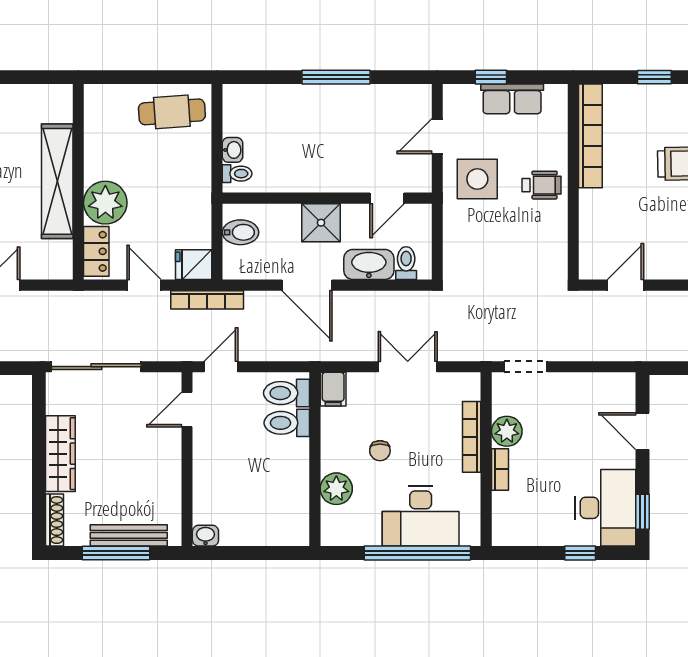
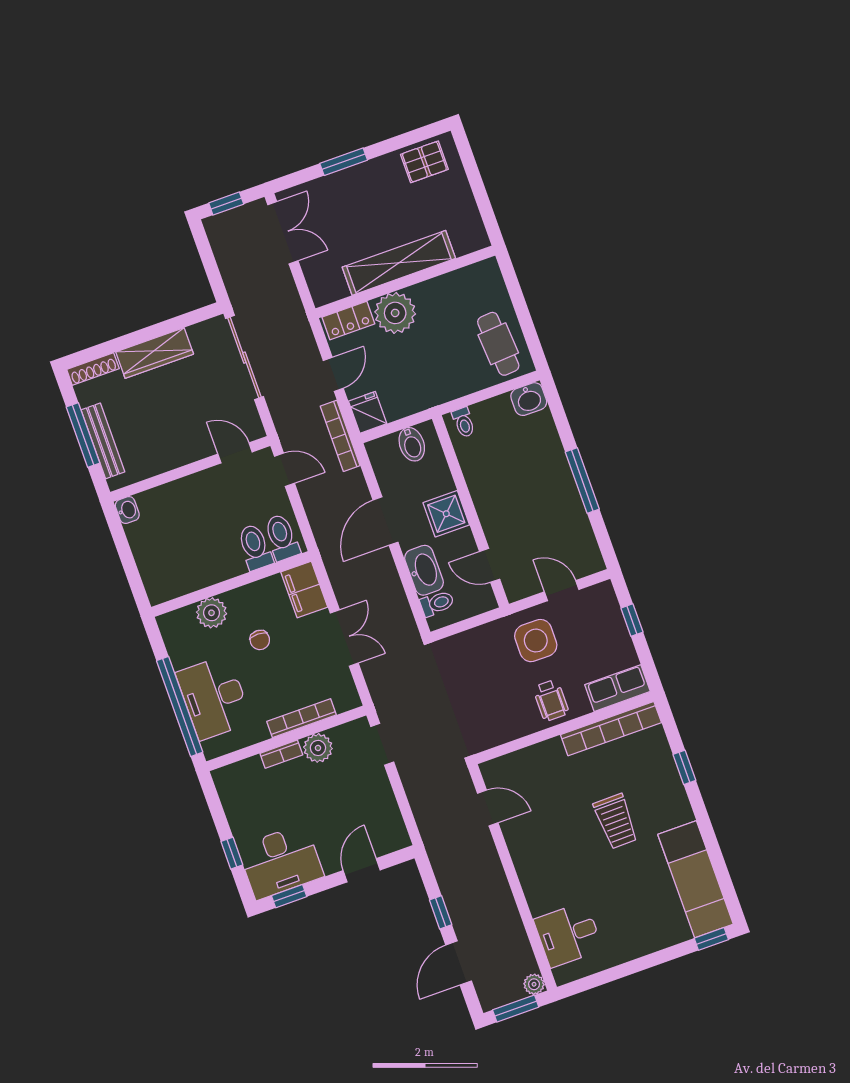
row of seats: (512, 99) -> (618, 688), moved, turned 90
washbasin: (233, 150) -> (529, 399), moved, width x1.38, depth x1.45
filing cabinet: (333, 389) -> (304, 589), width x2.00
chair: (380, 451) -> (260, 640), turned -90

